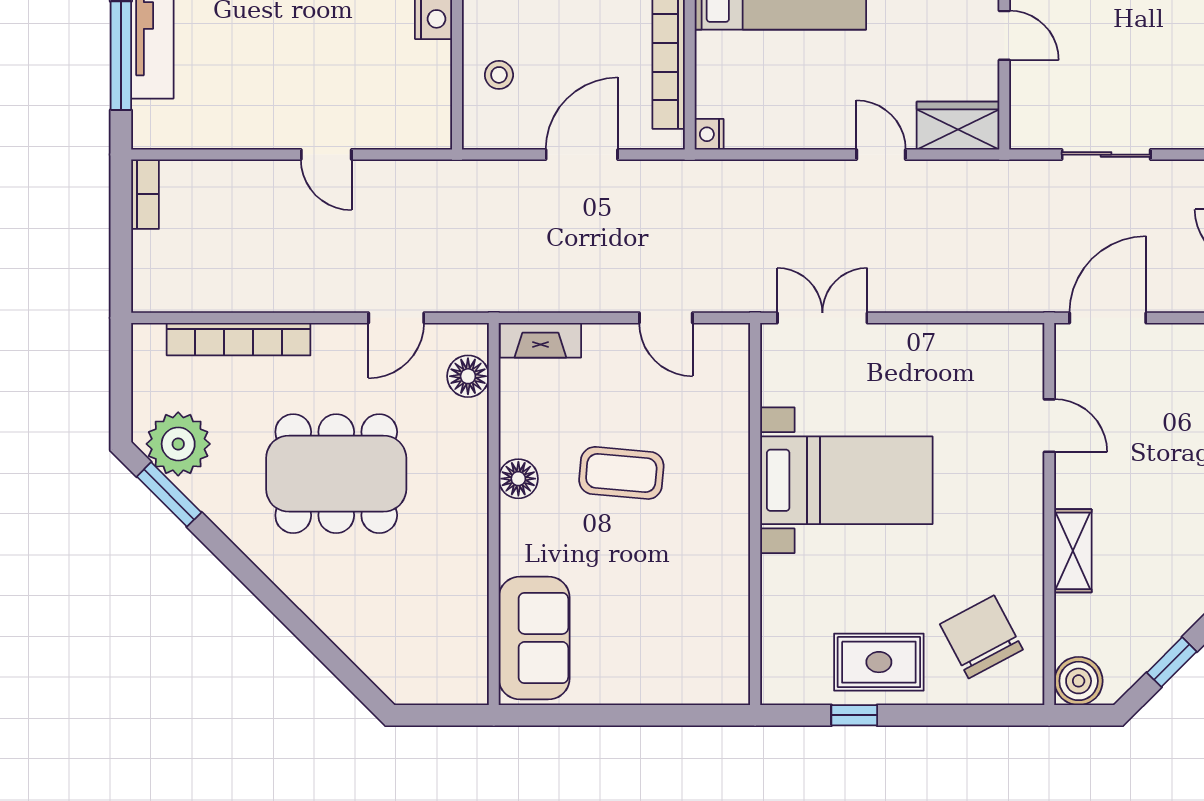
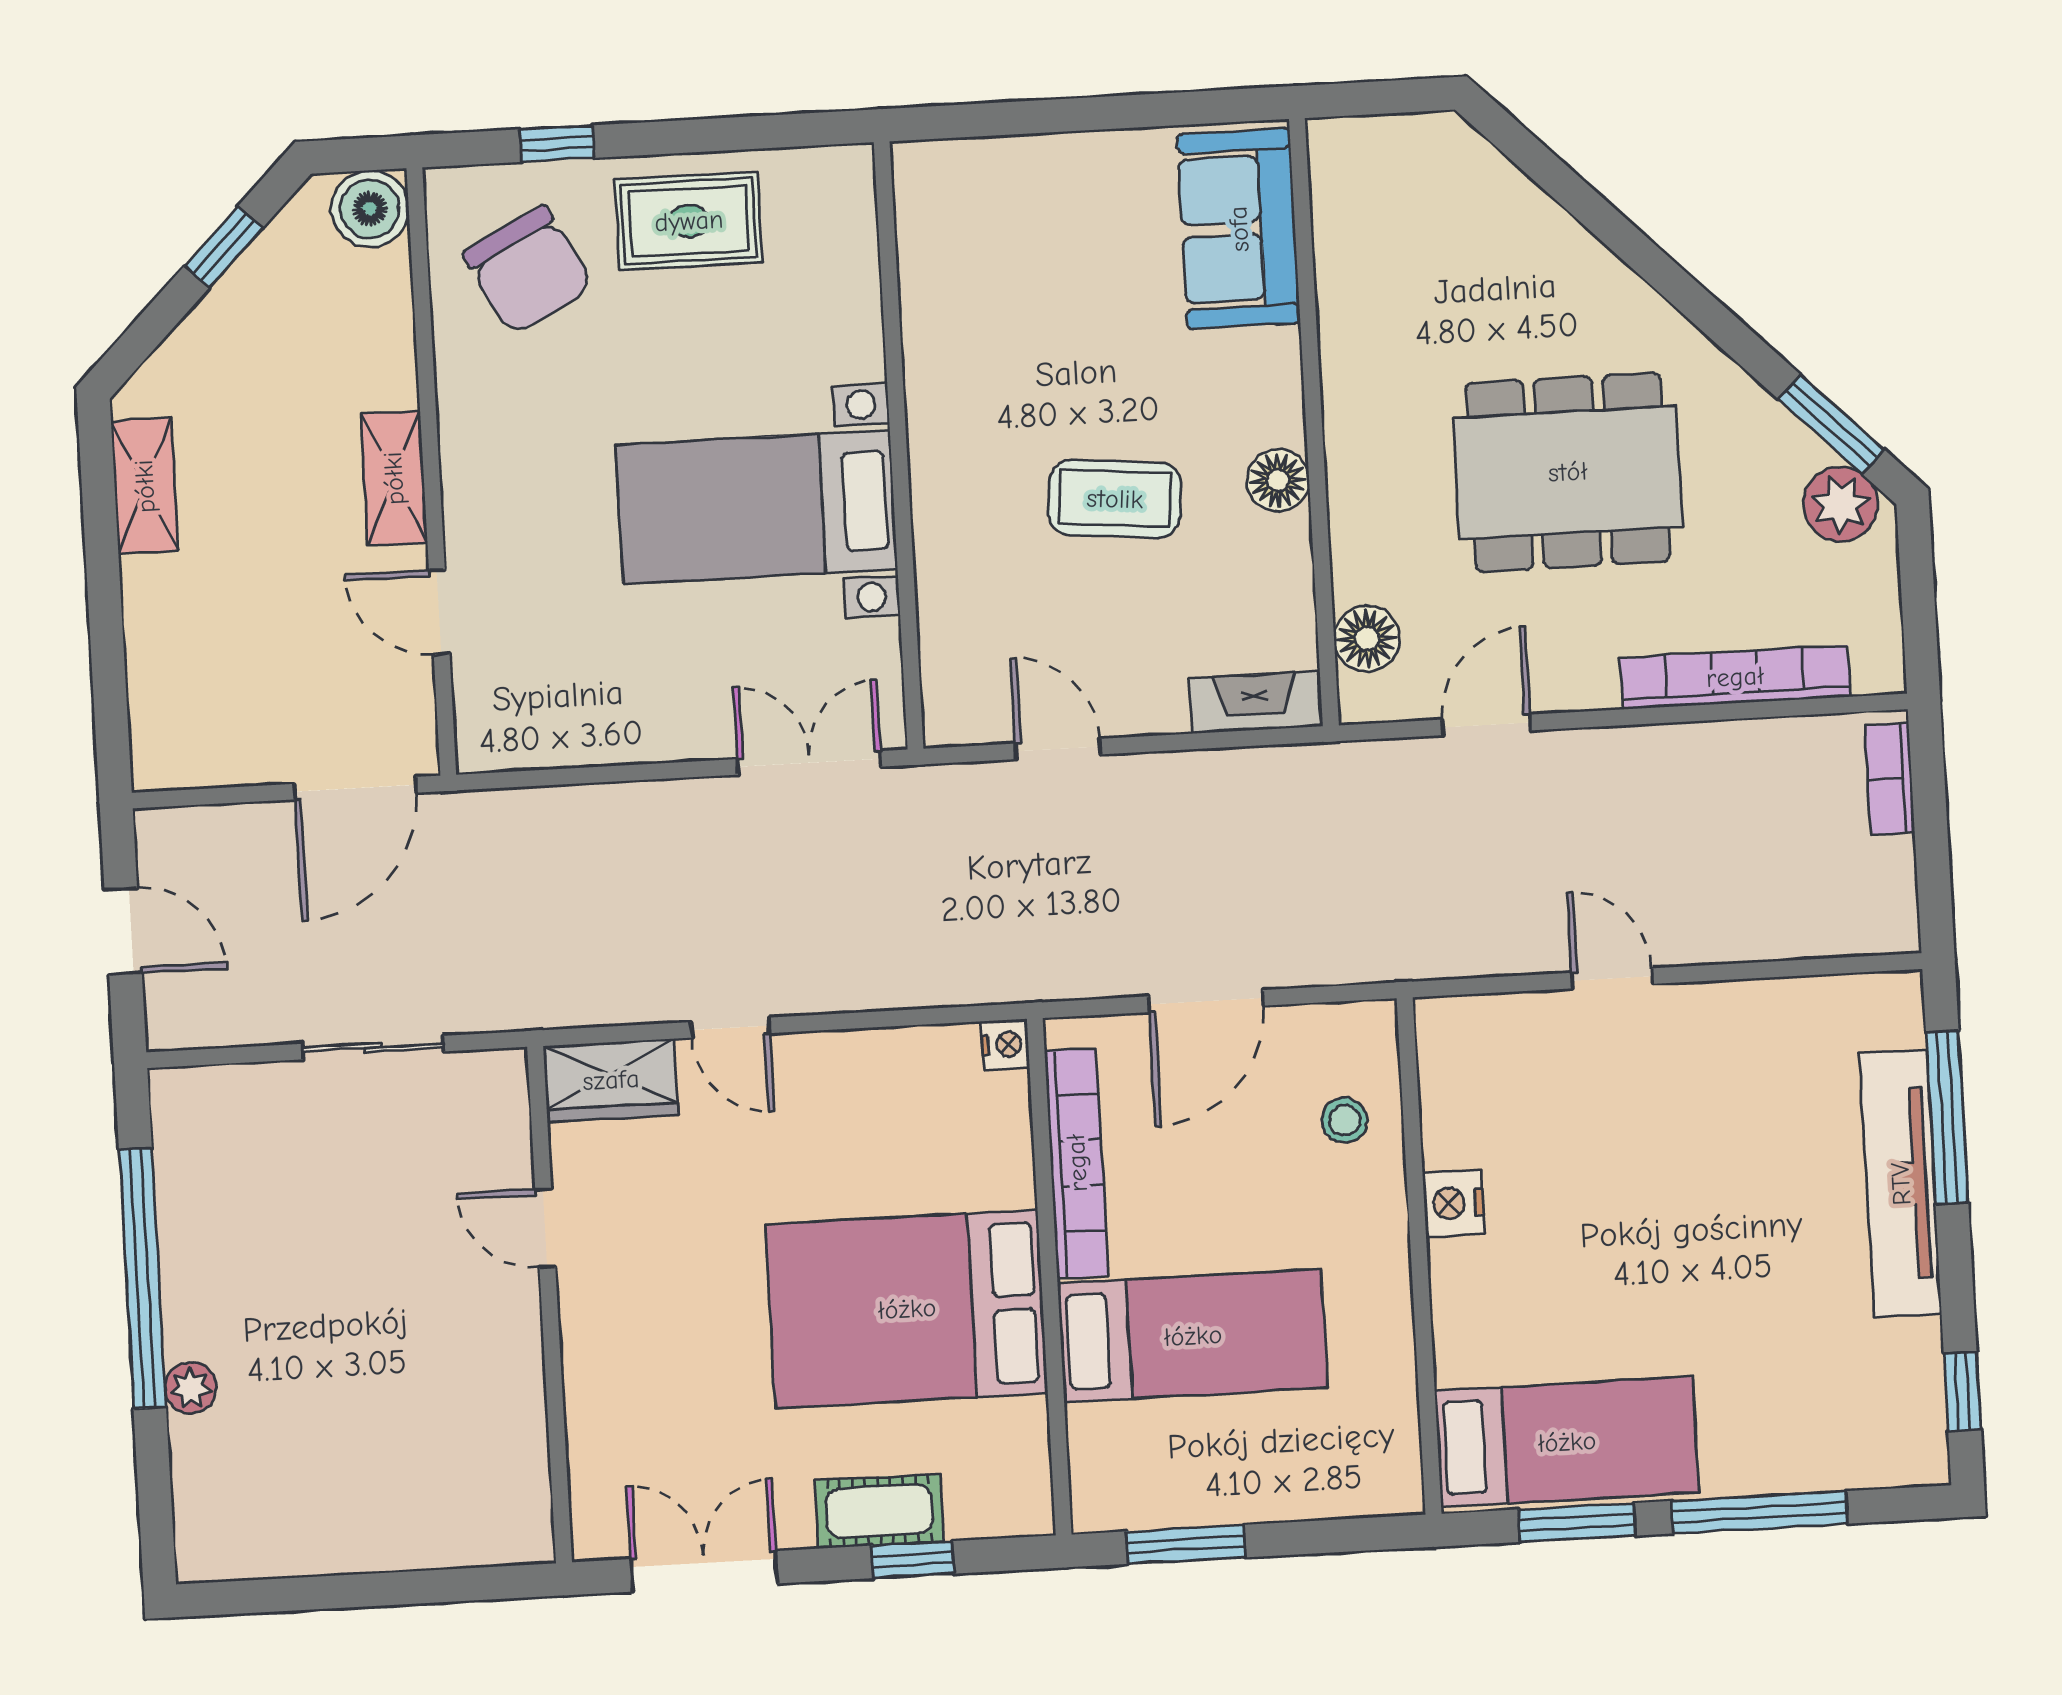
bookcase: (145, 194) -> (1890, 779), moved
double door: (822, 318) -> (809, 763), swing flipped
plant: (178, 444) -> (1841, 504), width x0.73, depth x0.73
shelving: (1073, 551) -> (394, 478), moved
window: (854, 715) -> (557, 144), moved

